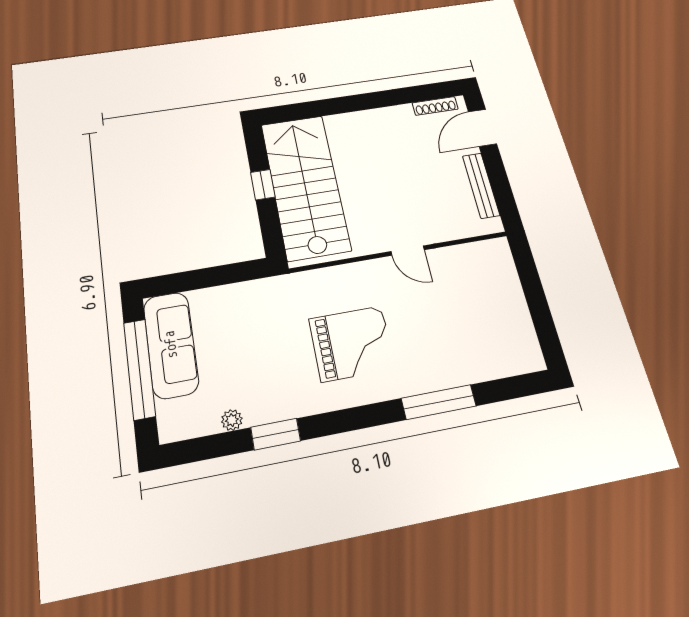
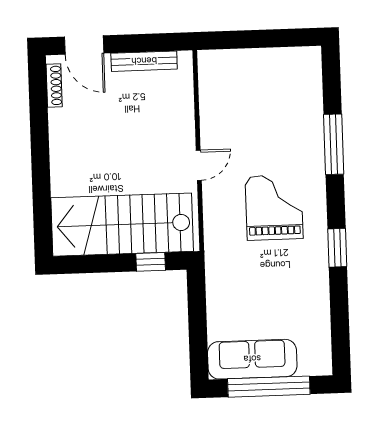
window: (263, 185) -> (151, 262), moved
door: (408, 251) -> (199, 165), moved
plant: (232, 420) -> (322, 316), removed
window: (276, 434) -> (337, 248), moved

